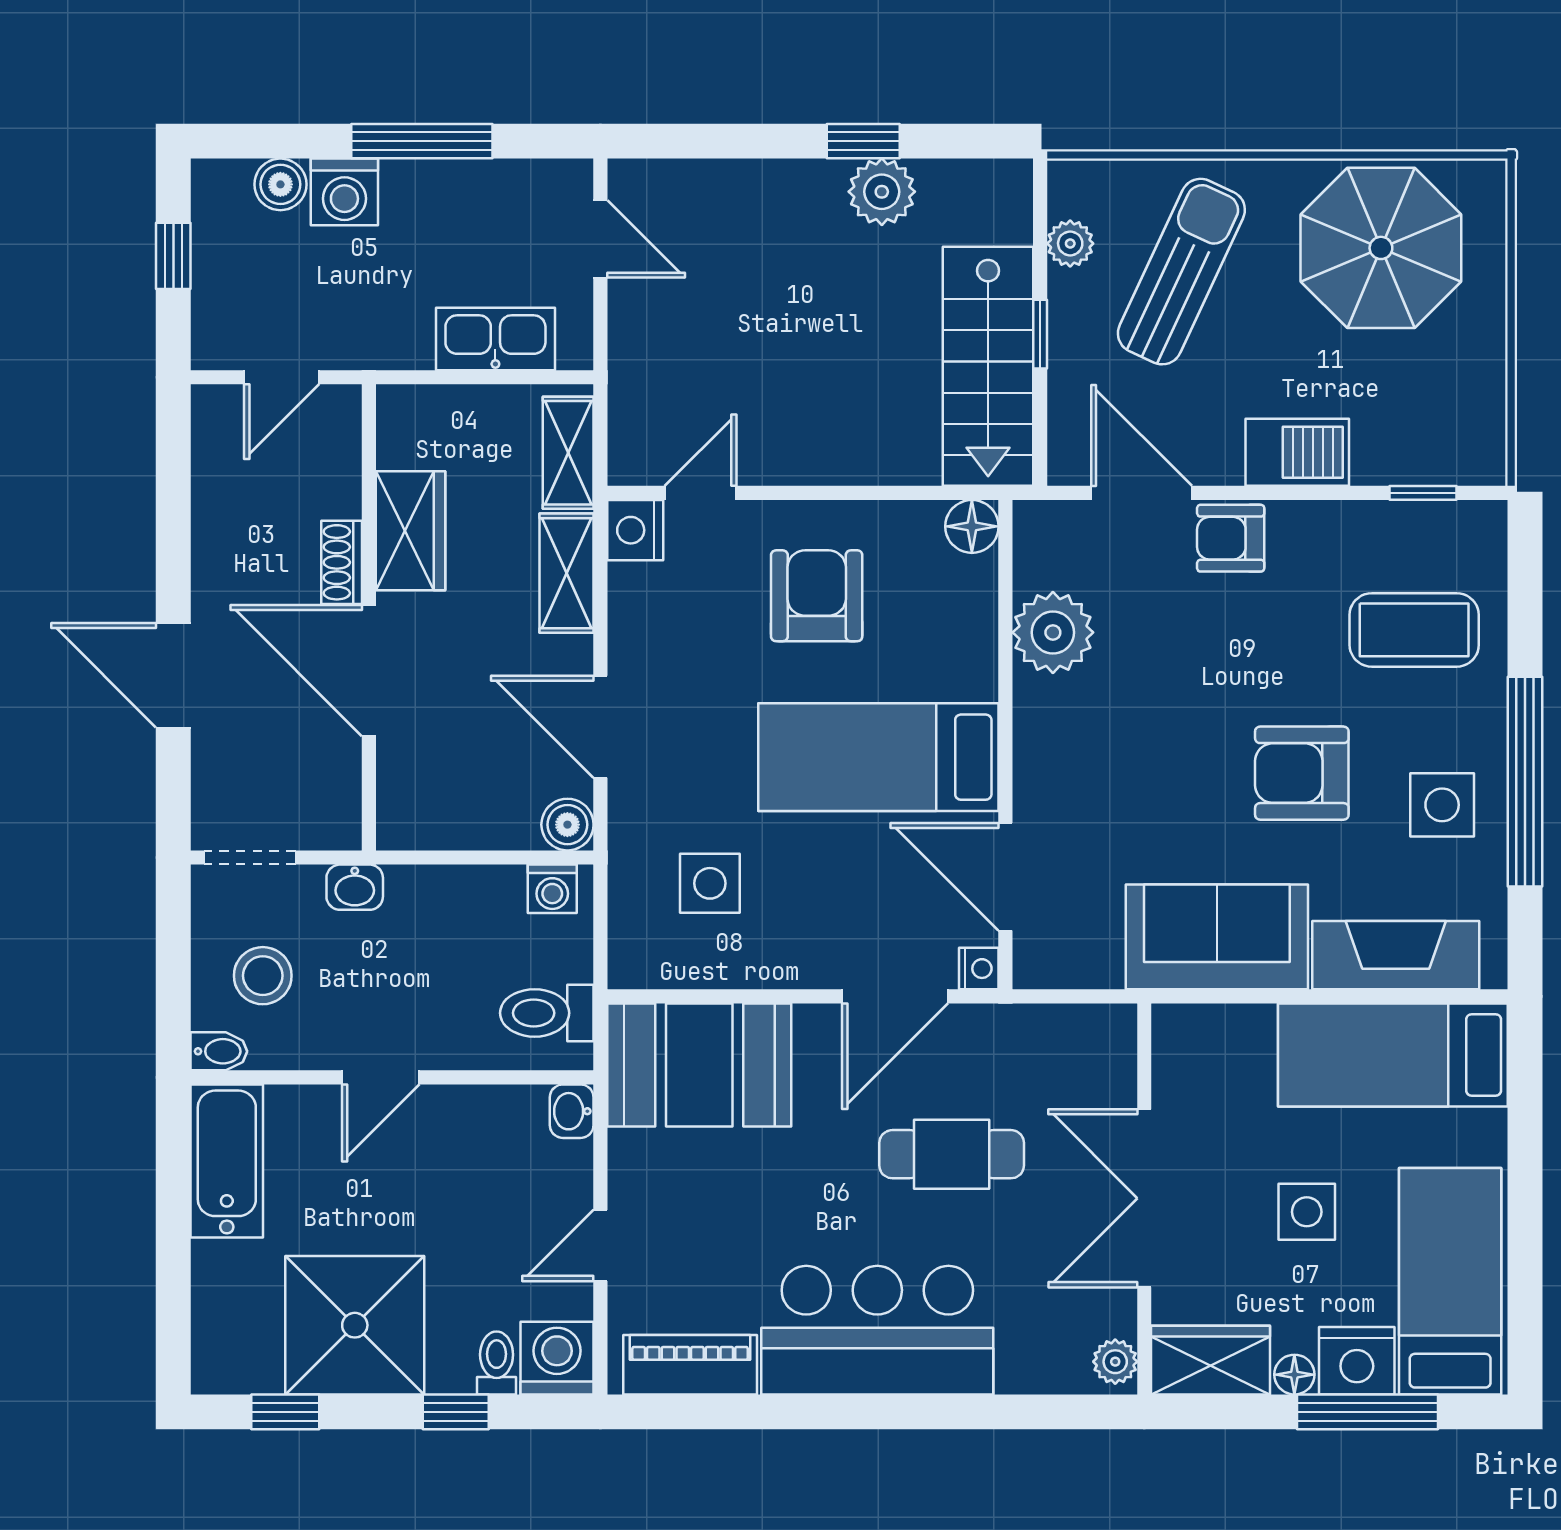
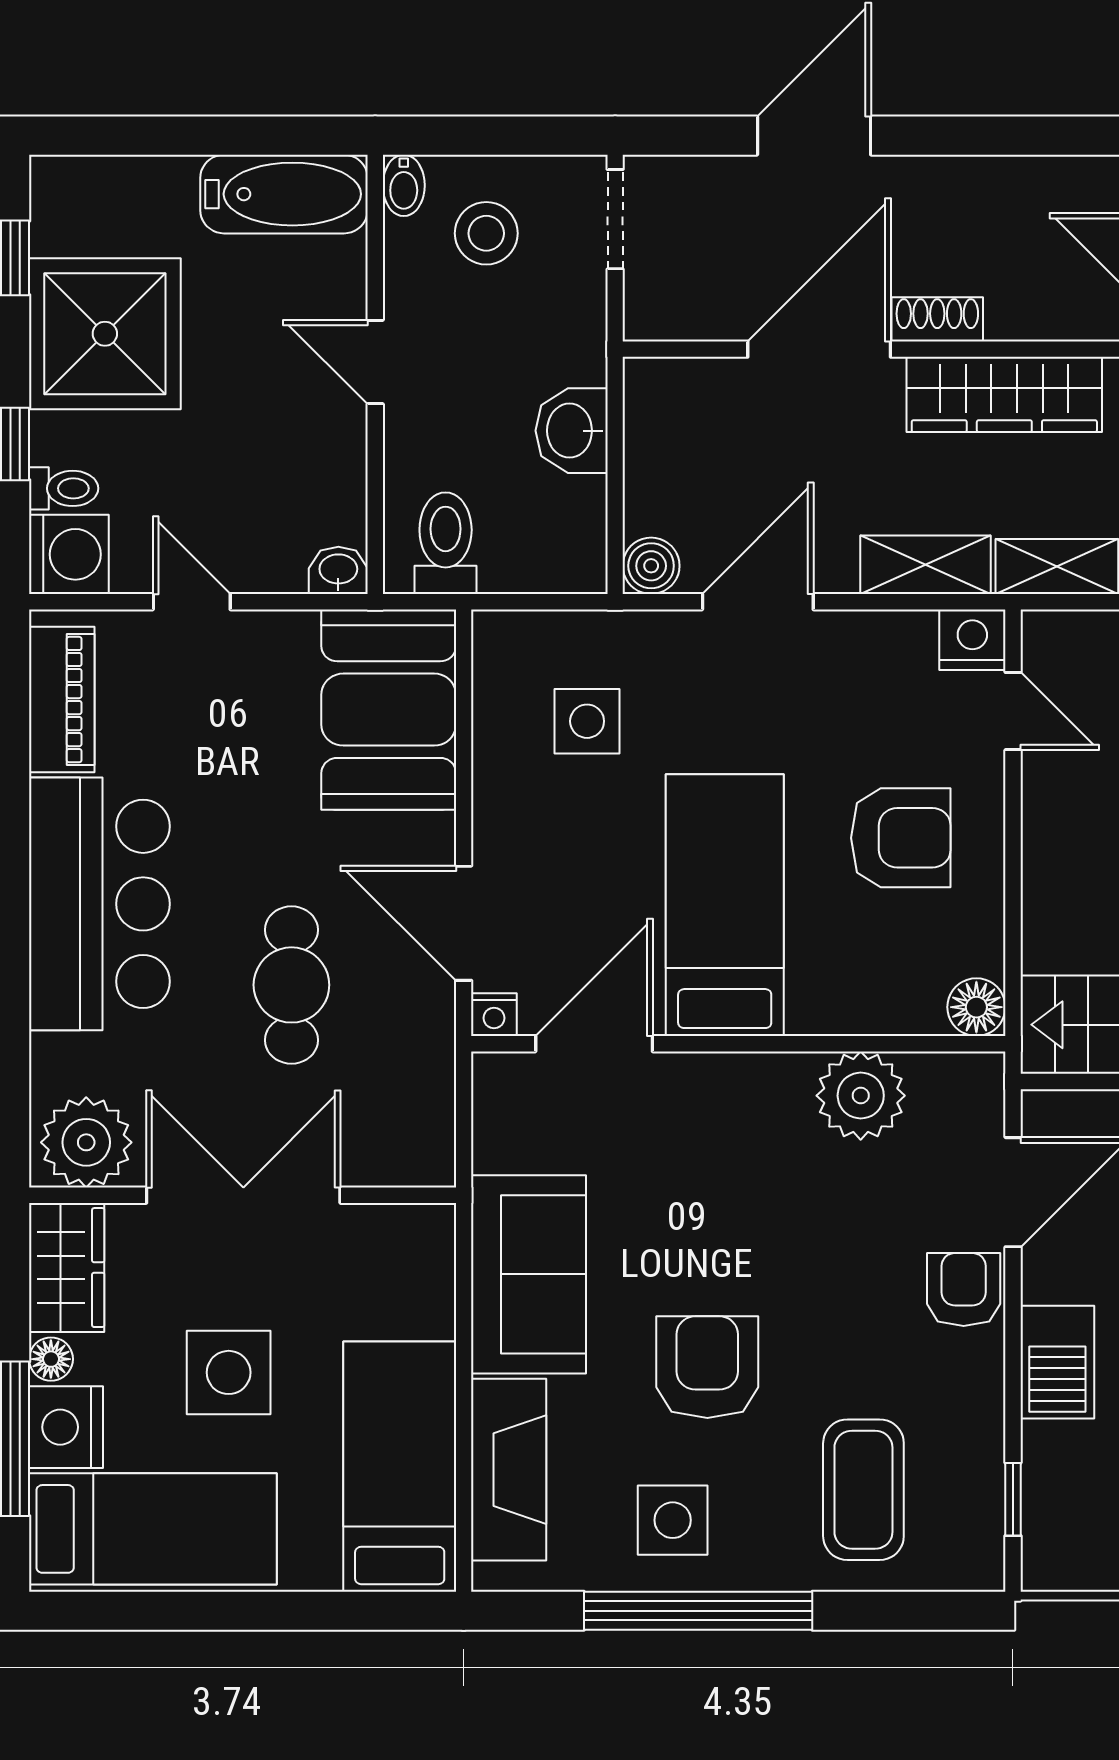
wardrobe: (410, 531) -> (1004, 394), width x1.50
washbasin: (355, 887) -> (572, 431), moved, width x1.38, depth x1.45
washing machine: (552, 889) -> (581, 549), removed
side table: (1307, 1212) -> (229, 1372), width x1.37, depth x1.37
plant: (1115, 1362) -> (86, 1142), width x1.88, depth x1.88

